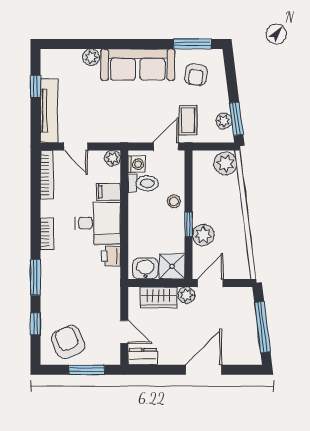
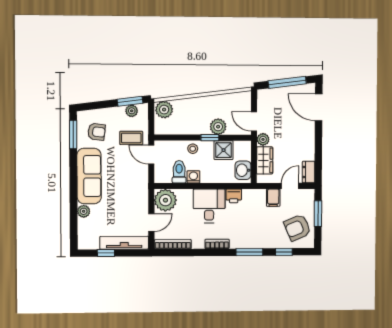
plant: (112, 158) -> (165, 200), width x1.87, depth x1.87
washing machine: (136, 164) -> (193, 177), moved
filing cabinet: (109, 192) -> (273, 198), moved
shower: (172, 266) -> (224, 150), moved
door: (204, 370) -> (319, 107), moved

